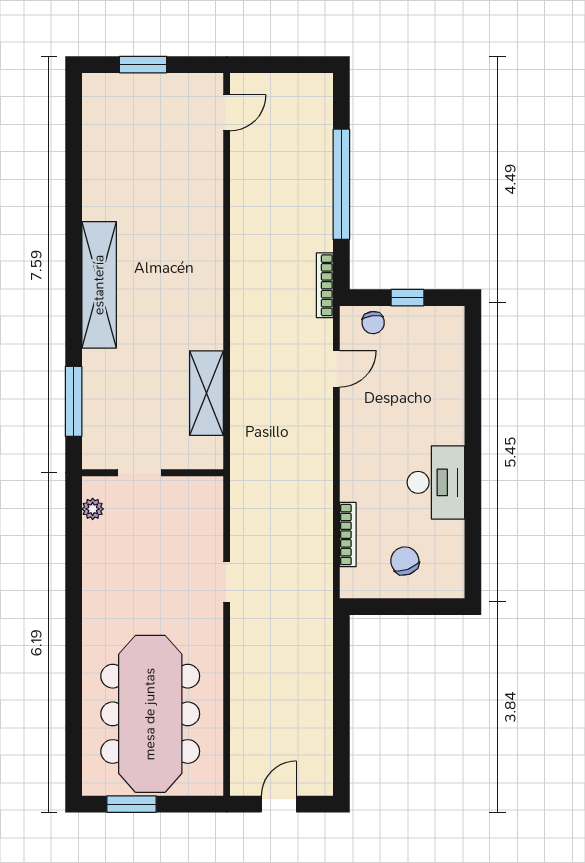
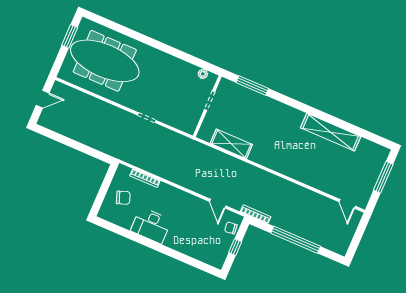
window: (143, 65) -> (383, 177), width x1.44
shelving: (99, 285) -> (331, 132), moved
door: (279, 804) -> (43, 99), hinge flipped

